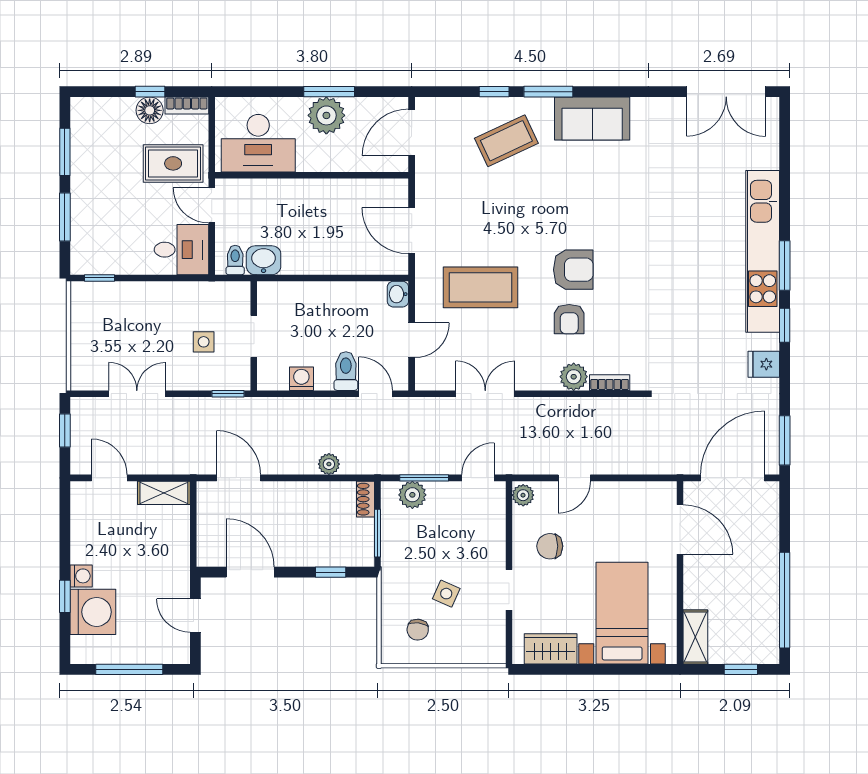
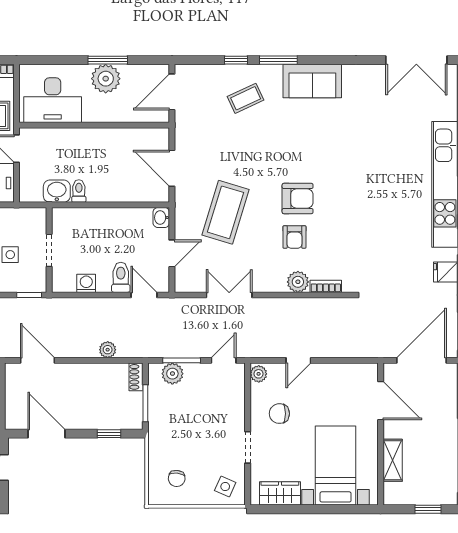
coffee table: (506, 141) -> (246, 98), width x0.73, depth x0.77
toilet: (235, 260) -> (79, 191), moved
coffee table: (481, 287) -> (226, 212), turned -73
side table: (446, 594) -> (225, 486), moved
shelving: (695, 637) -> (393, 460), moved

